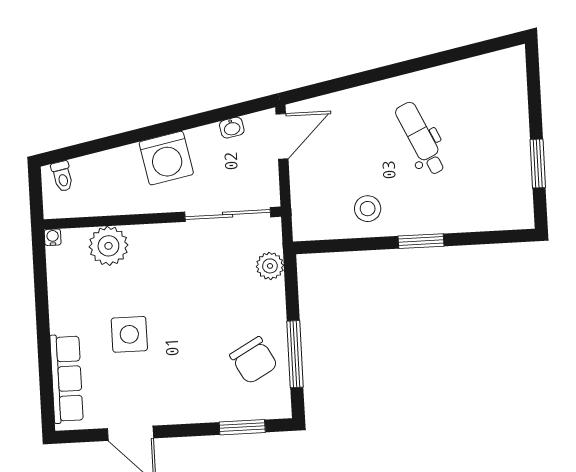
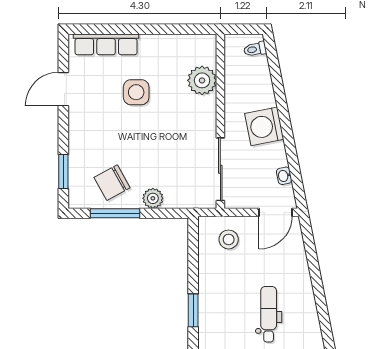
door: (282, 136) -> (276, 212), hinge flipped
dental chair: (421, 138) -> (269, 314), turned -65
stool: (368, 209) -> (229, 239), moved
water cooler: (53, 237) -> (211, 40), removed
plant: (270, 266) -> (153, 198), moved

